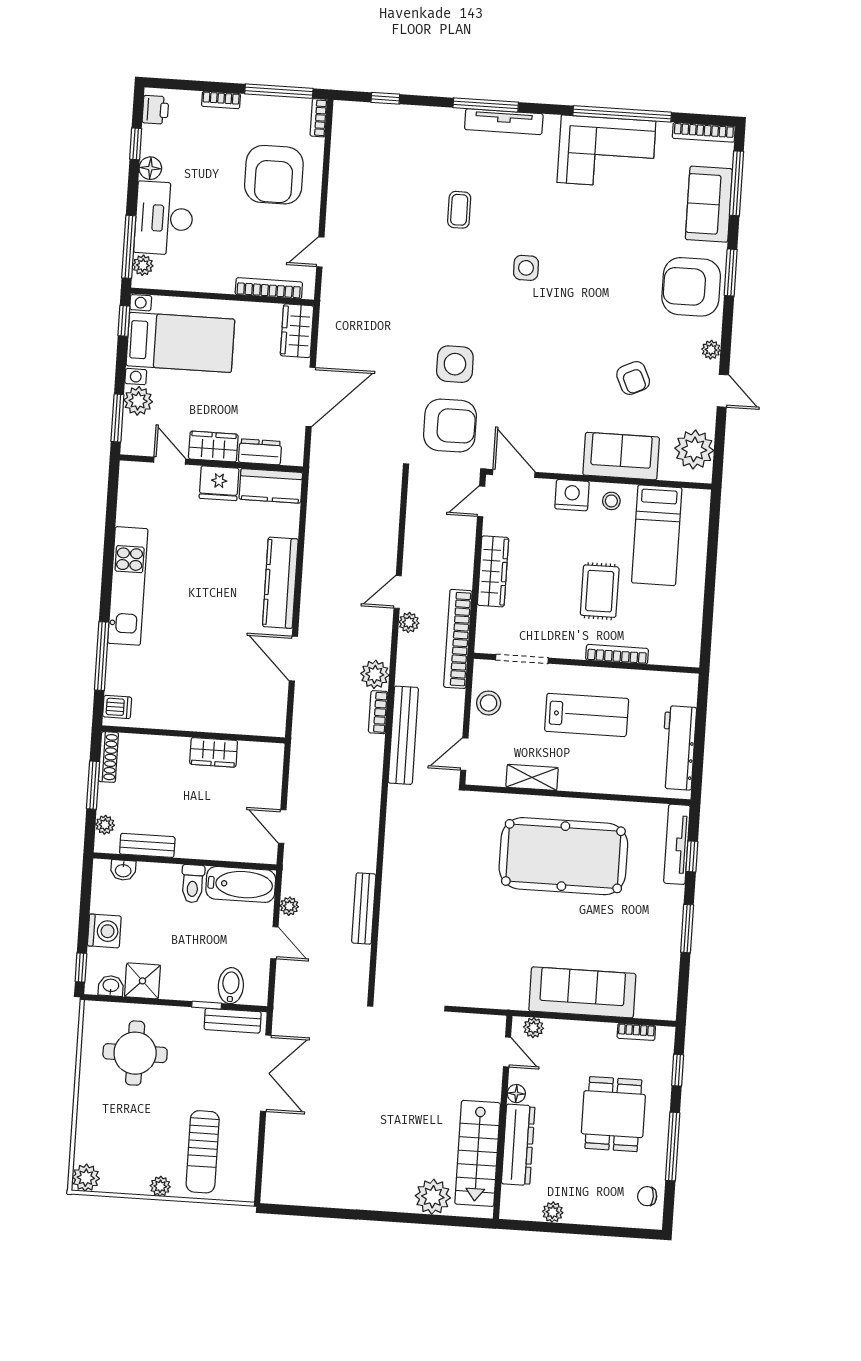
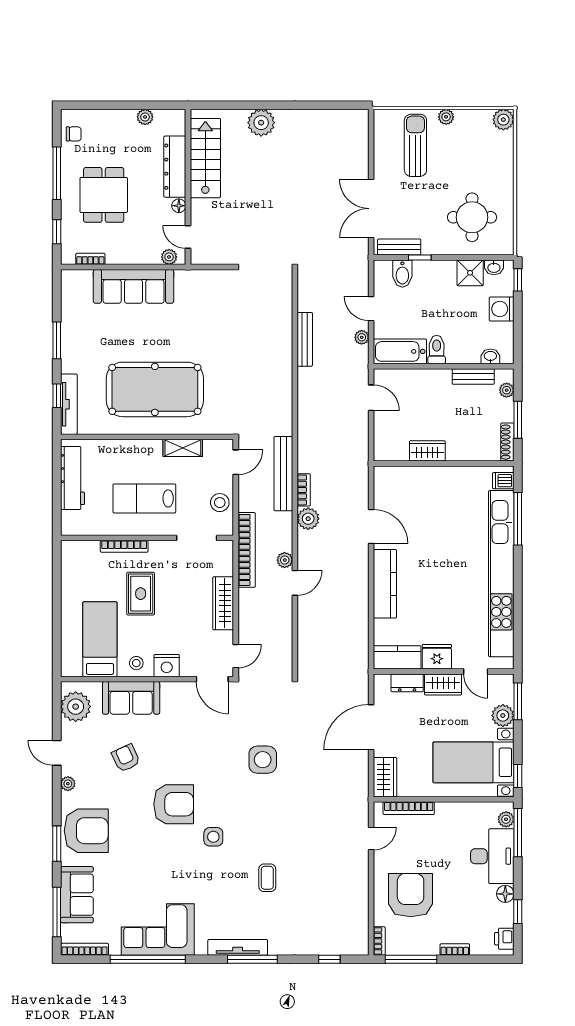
armchair: (450, 425) -> (174, 804), moved, turned 180
kitchen unit: (128, 586) -> (501, 574), width x1.86
plant: (433, 1197) -> (261, 123), moved

